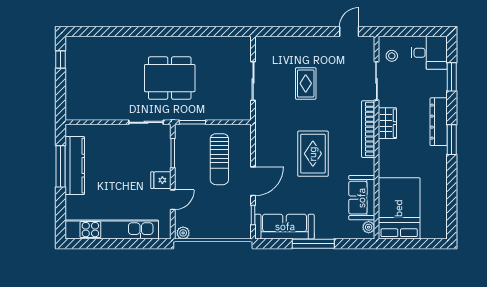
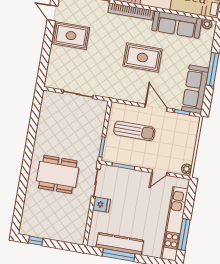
dining table: (170, 78) -> (58, 174), moved, turned 90
rug: (306, 83) -> (71, 36), moved, width x1.36, depth x1.43
fridge: (161, 180) -> (102, 205), moved, turned -90
sofa: (362, 198) -> (177, 24), width x1.36
door: (173, 200) -> (159, 172), swing flipped
window: (100, 244) -> (184, 235), added

